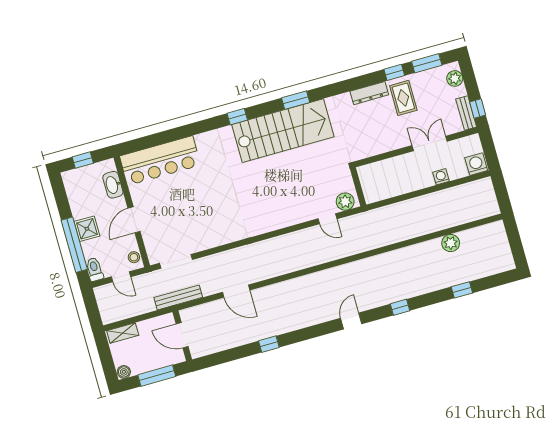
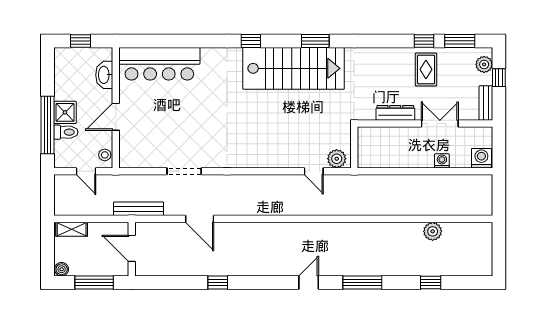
dresser: (369, 93) -> (395, 113), moved, turned 180
window: (478, 109) -> (499, 78), moved
doorway: (176, 261) -> (184, 171), moved
toilet: (95, 269) -> (66, 132), moved, turned 90
window: (400, 307) -> (362, 283), width x2.17

